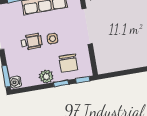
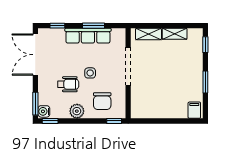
wheelchair: (32, 42) -> (68, 84), moved
window: (61, 83) -> (50, 121), moved

